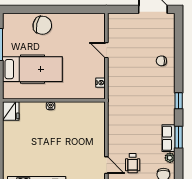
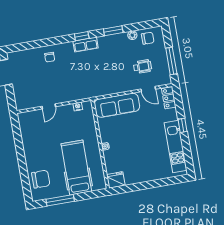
chair: (42, 25) -> (41, 179), moved, turned 77
sofa: (94, 127) -> (117, 105), added
row of seats: (168, 138) -> (86, 45), moved
door: (106, 165) -> (148, 89), swing flipped

